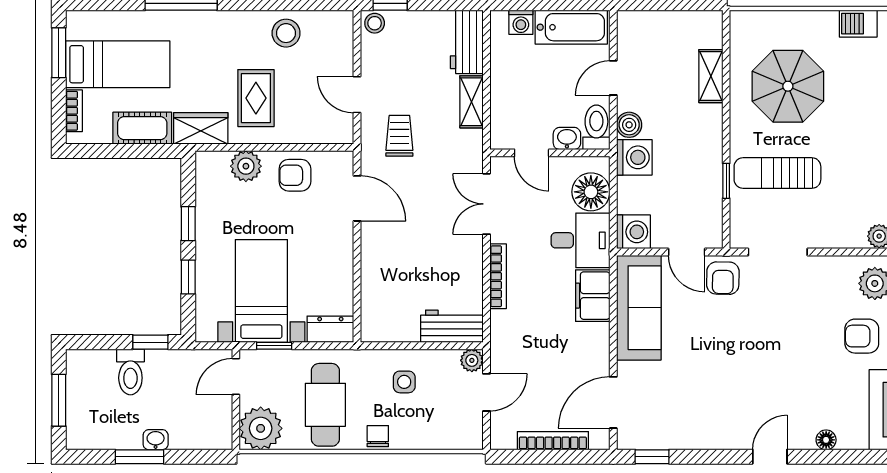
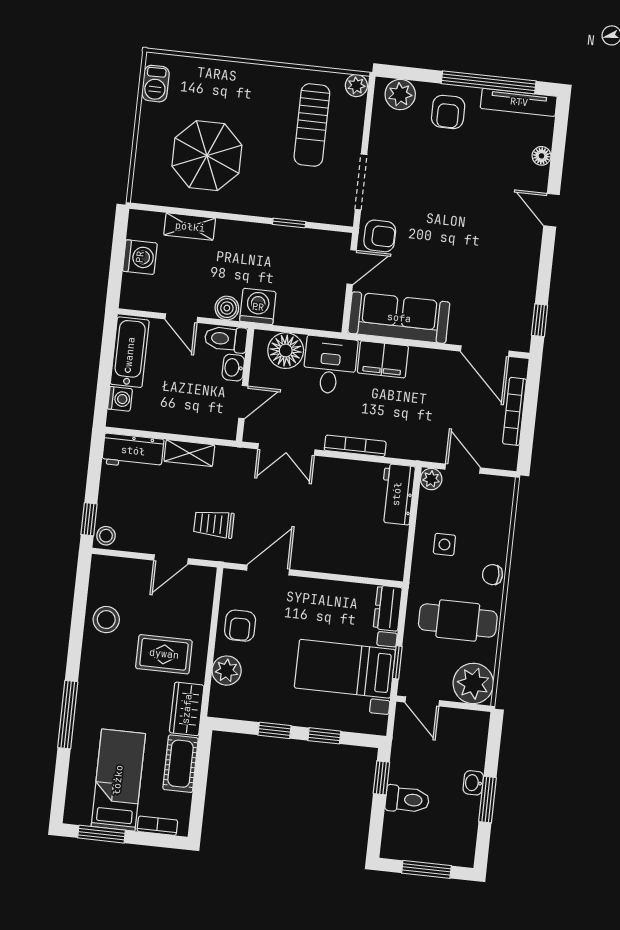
sun lounger: (777, 173) -> (312, 125), moved
washing machine: (633, 232) -> (140, 257), moved, turned 90

